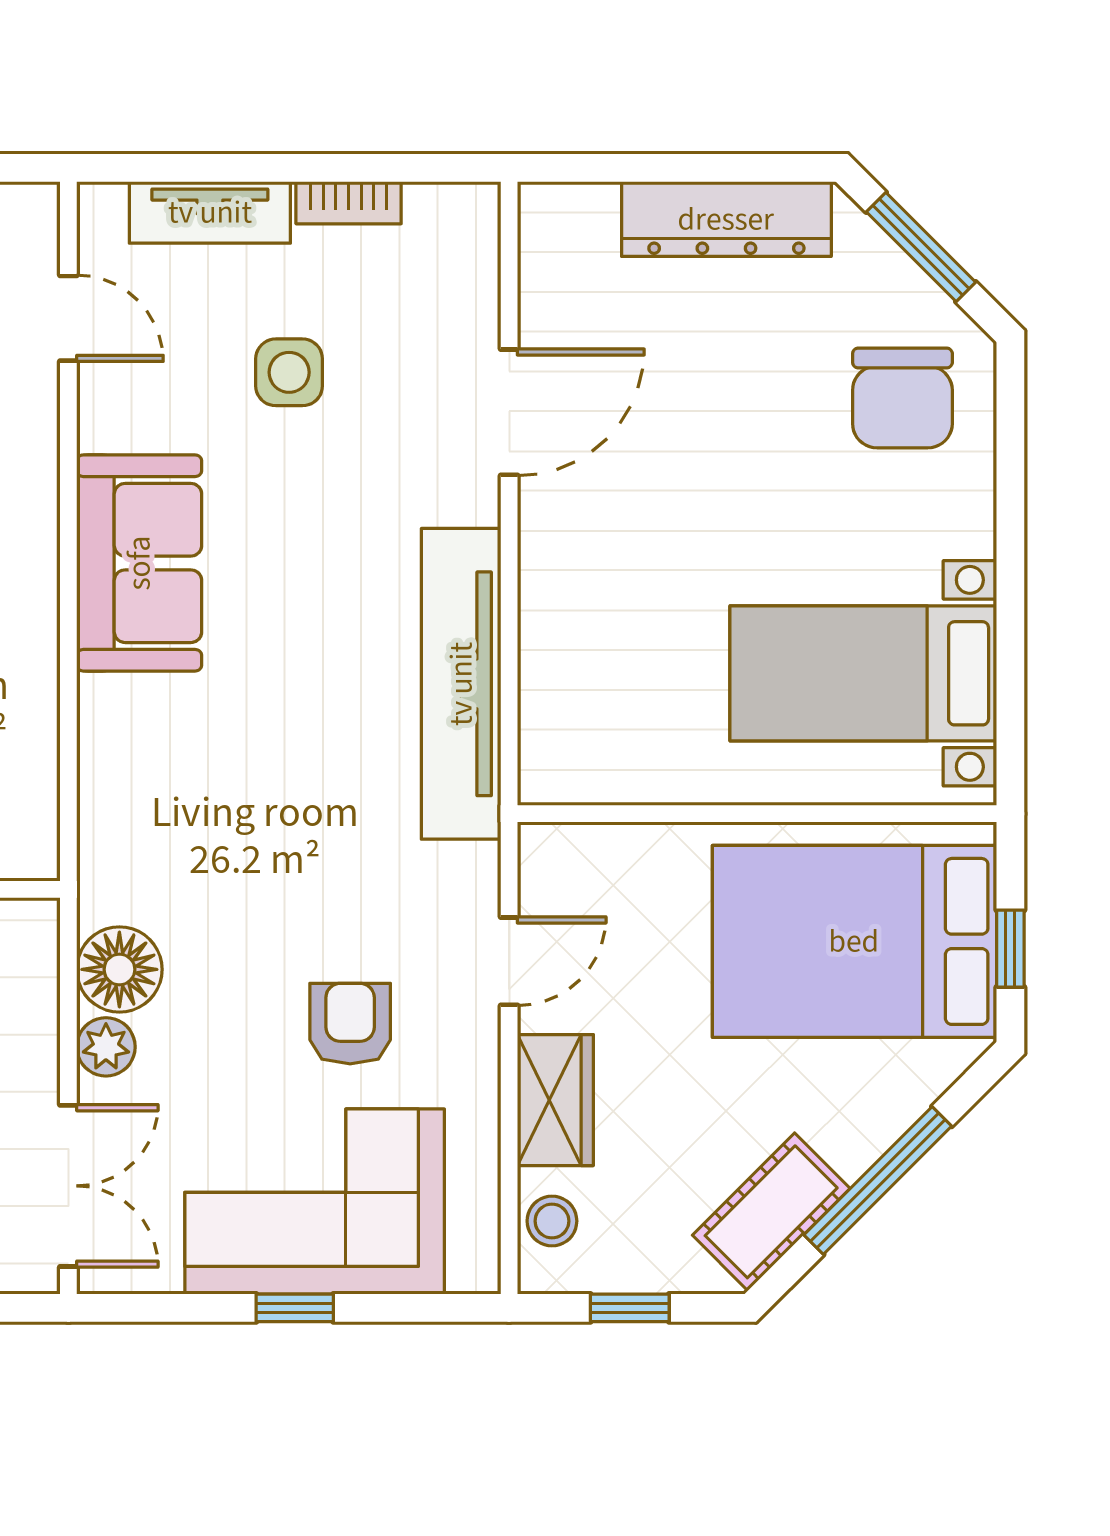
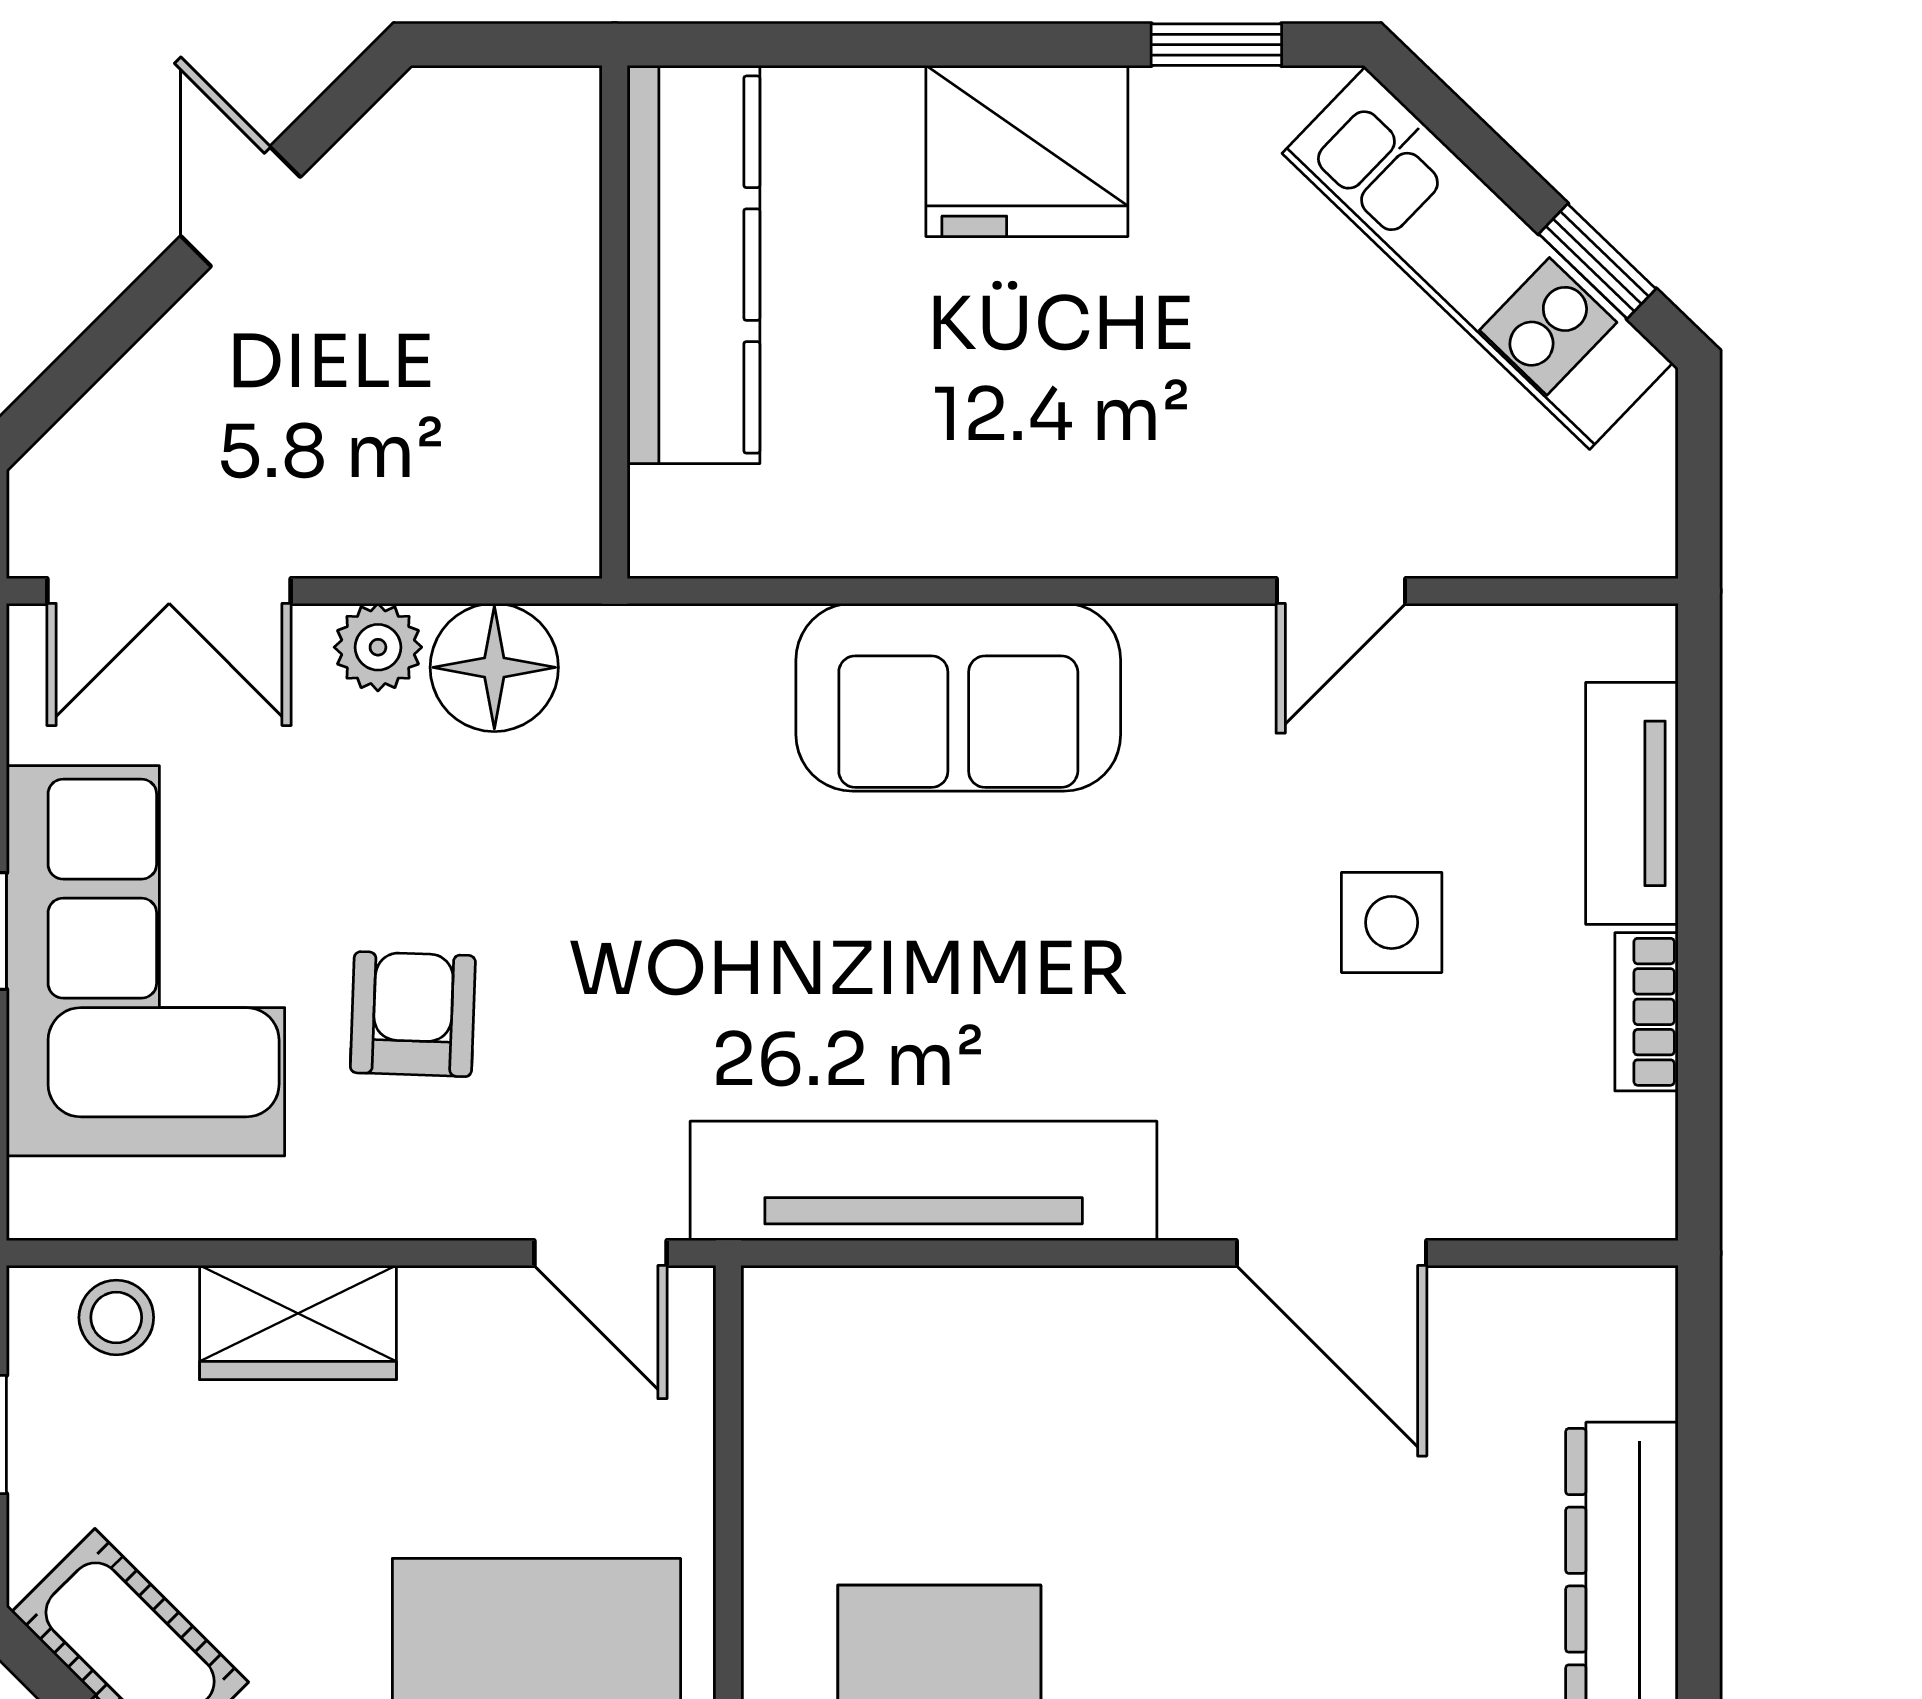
door: (68, 318) -> (1341, 591), moved
sofa: (139, 563) -> (958, 697), moved
door: (509, 961) -> (600, 1253), moved
armchair: (350, 1024) -> (413, 1014), turned -88

